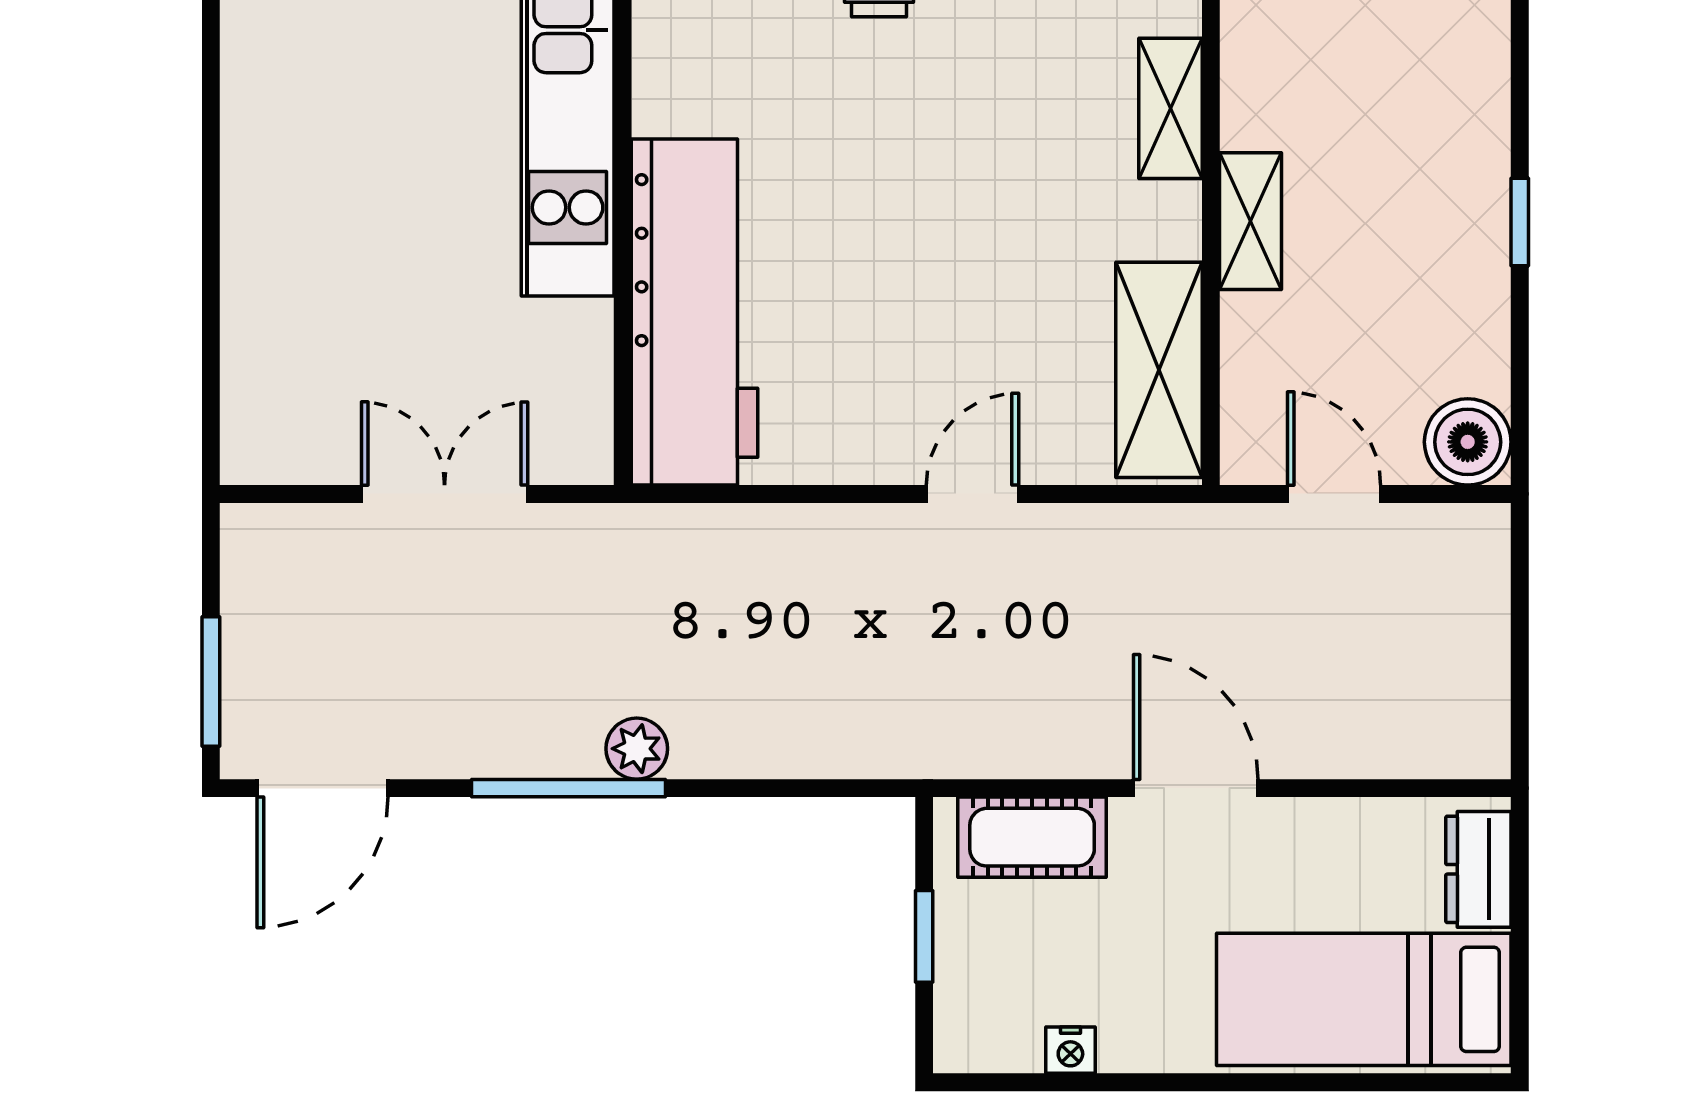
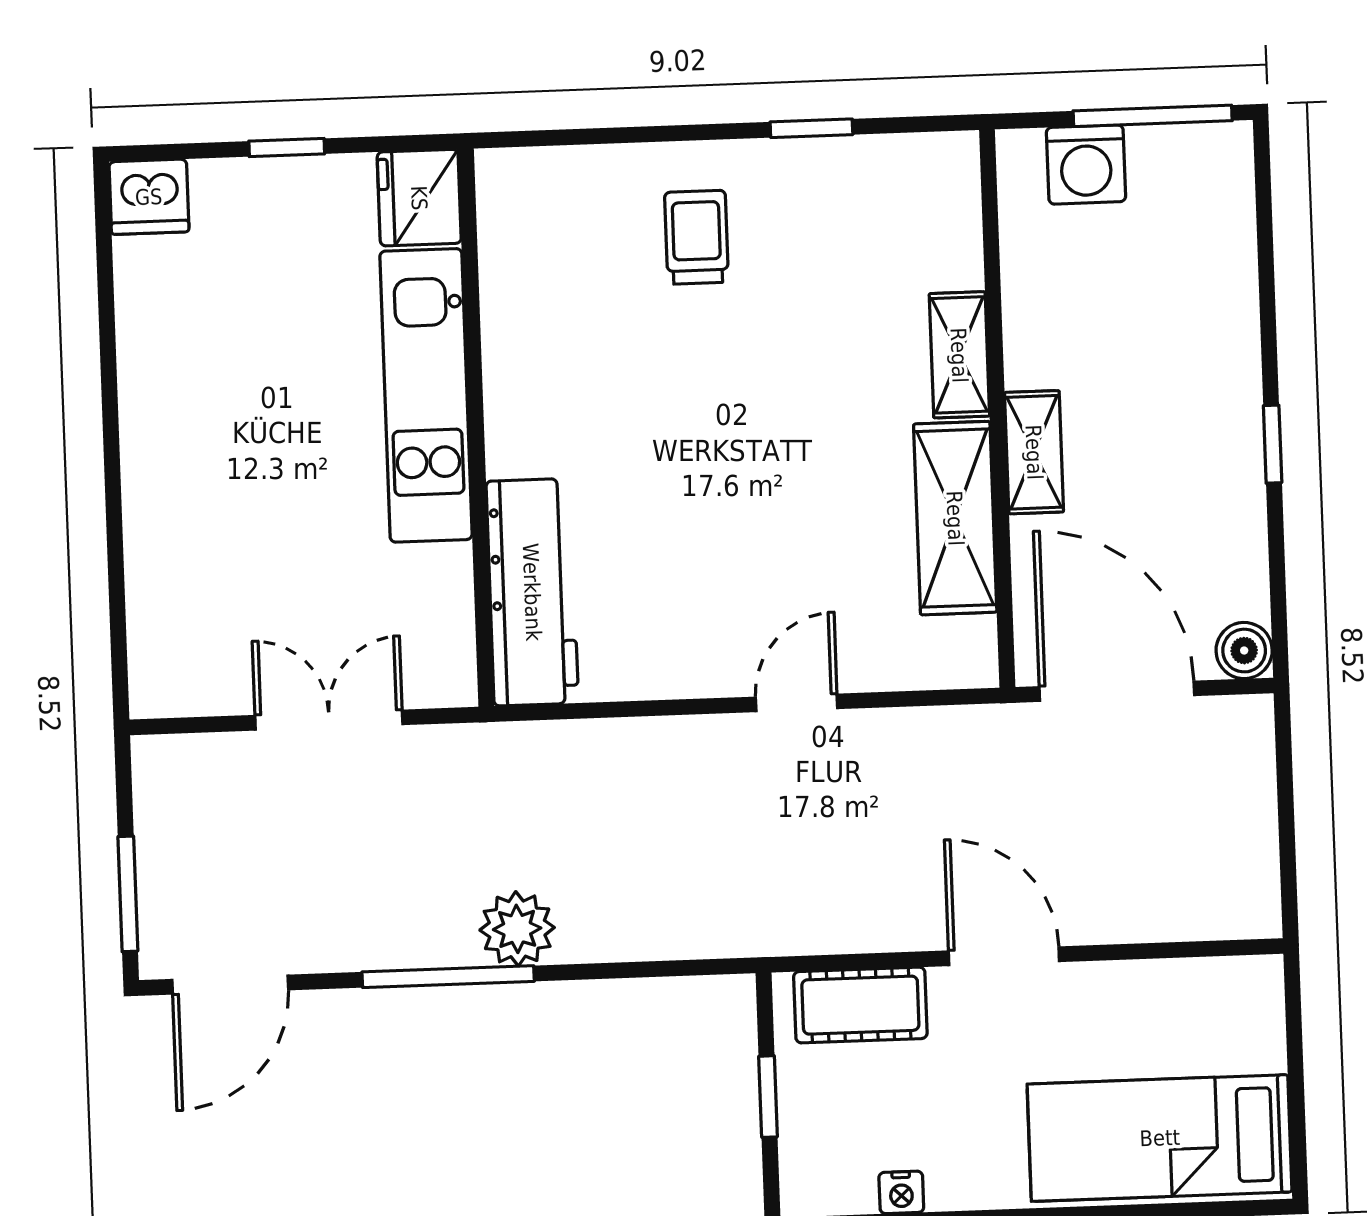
workbench: (695, 312) -> (532, 592), width x0.73, depth x0.76
shelving: (1159, 370) -> (955, 518), moved
boiler: (1468, 442) -> (1244, 651), width x0.73, depth x0.73
door: (1334, 494) -> (1117, 691), width x1.88
plant: (637, 749) -> (517, 929), width x1.38, depth x1.38
dresser: (1478, 869) -> (1257, 1019), removed

